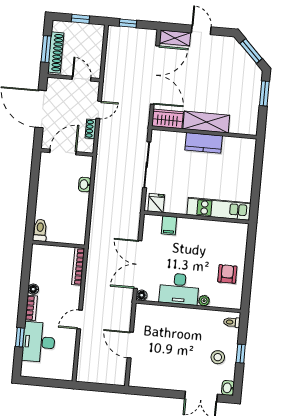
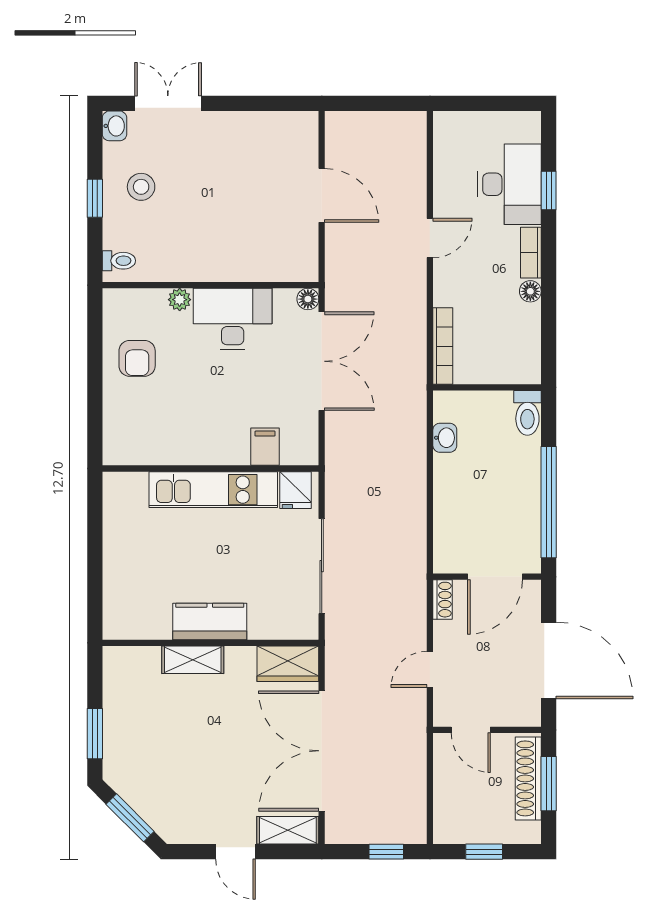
shelving: (206, 122) -> (193, 660), width x0.67, depth x0.75
shoe rack: (91, 129) -> (443, 600), moved
washbasin: (85, 185) -> (445, 438), moved
window: (34, 186) -> (549, 502), added
kitchen unit: (219, 209) -> (213, 490), moved

